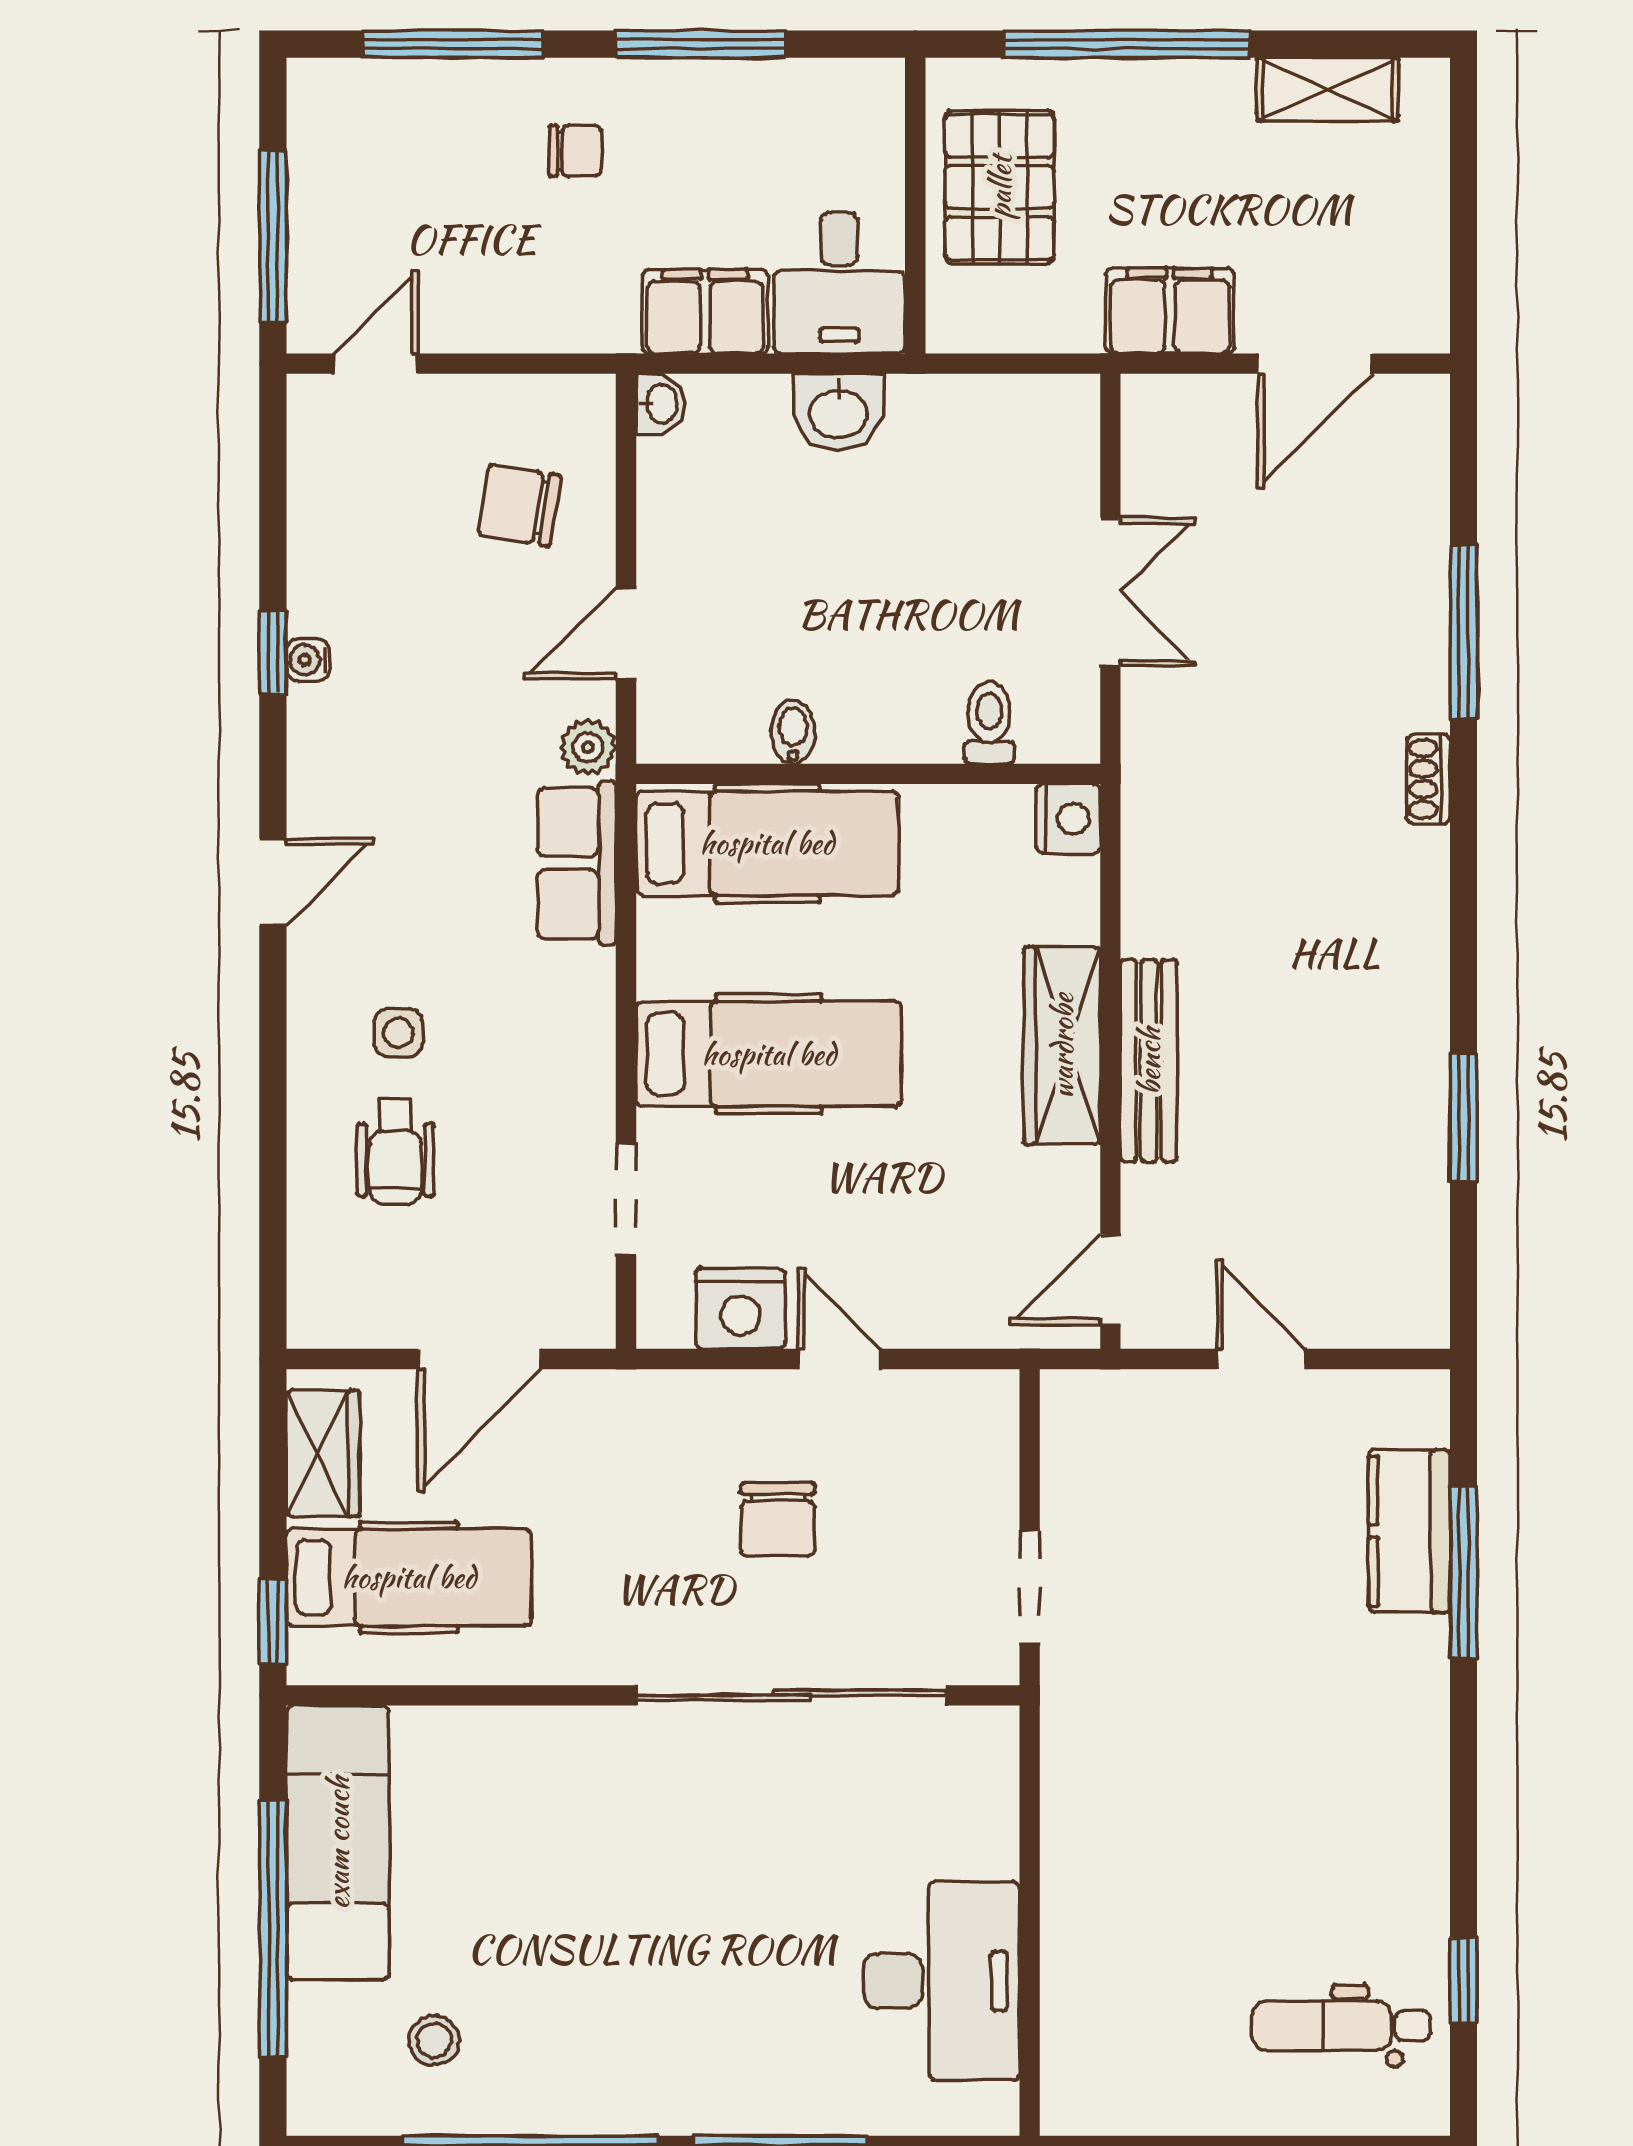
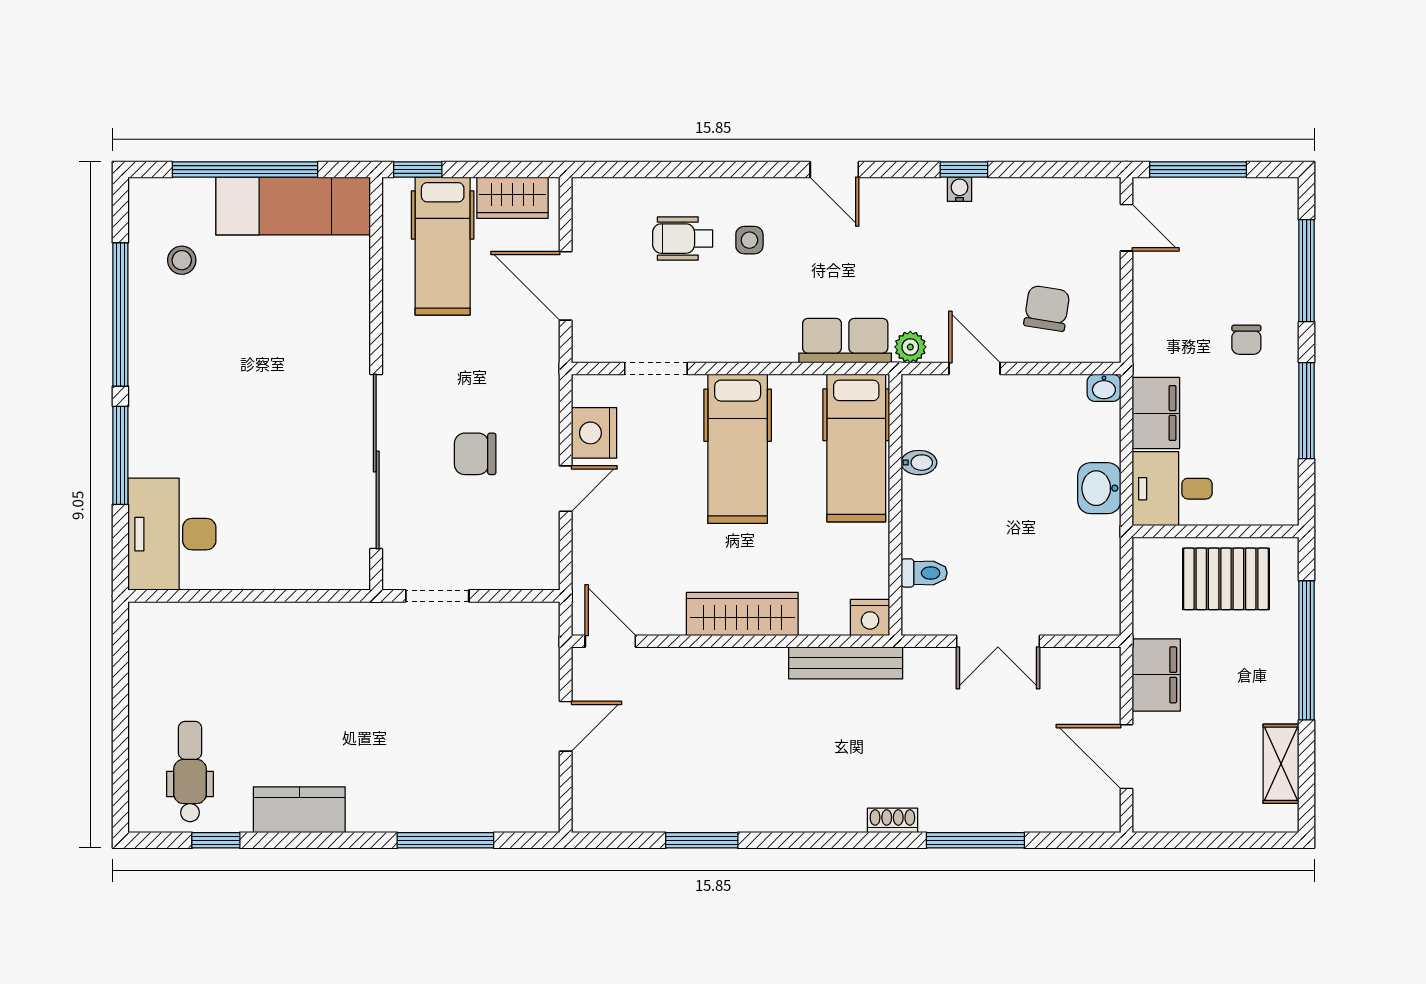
bench: (1149, 1061) -> (846, 663), moved
kitchen counter: (1409, 1531) -> (299, 810), moved
desk: (941, 1981) -> (172, 534), moved, turned 90

